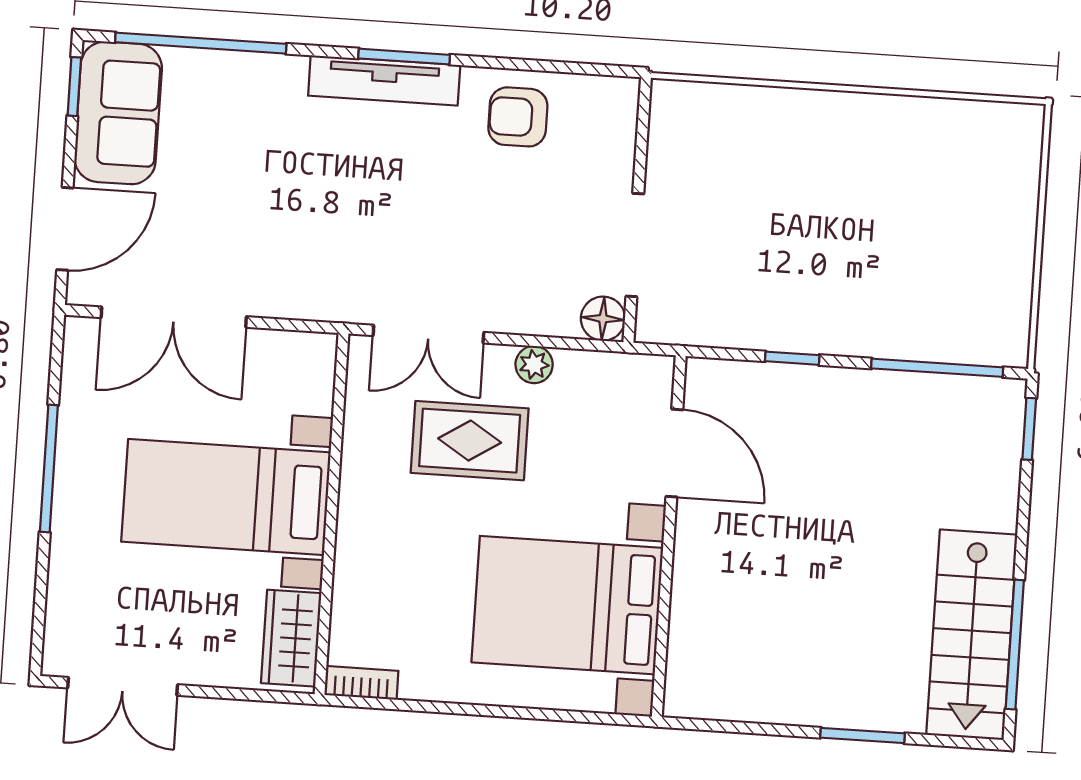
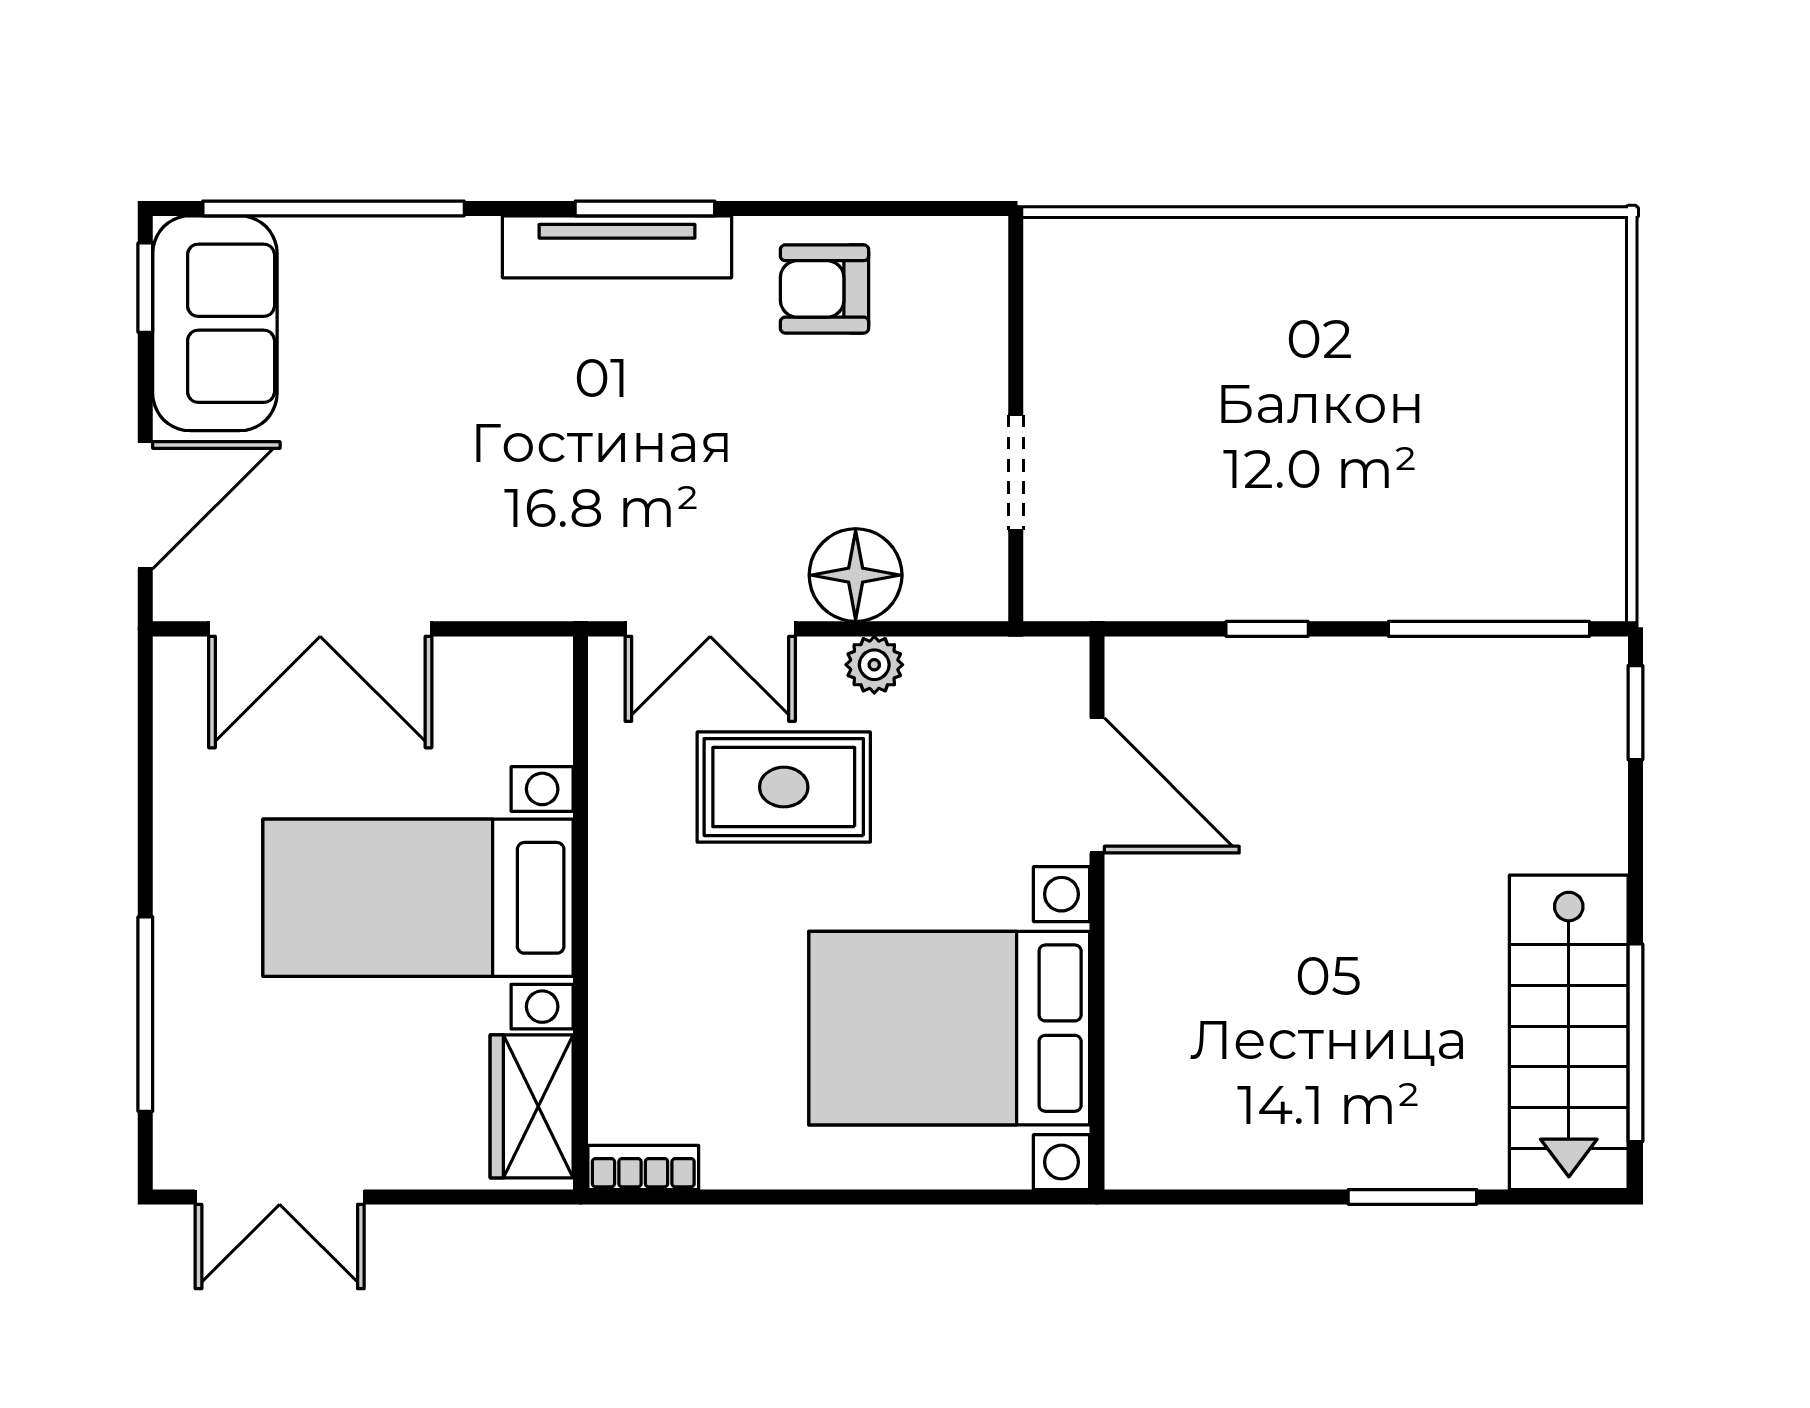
doorway: (635, 245) -> (1016, 472), width x0.73
floor lamp: (603, 319) -> (856, 575), moved, width x1.38, depth x1.38
window: (49, 468) -> (145, 1014), moved

